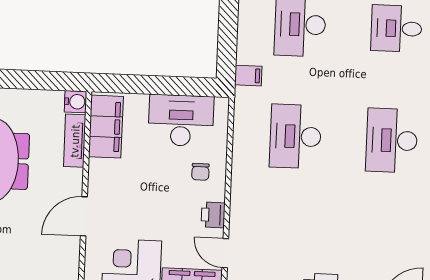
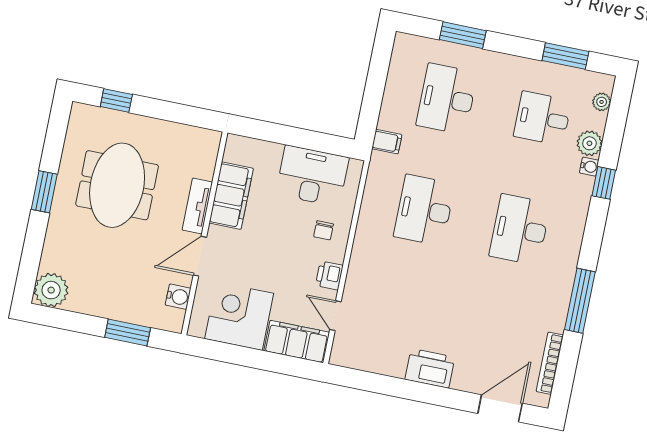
water cooler: (76, 102) -> (178, 297), moved
filing cabinet: (106, 127) -> (231, 196), moved
tv unit: (75, 141) -> (197, 206), moved

